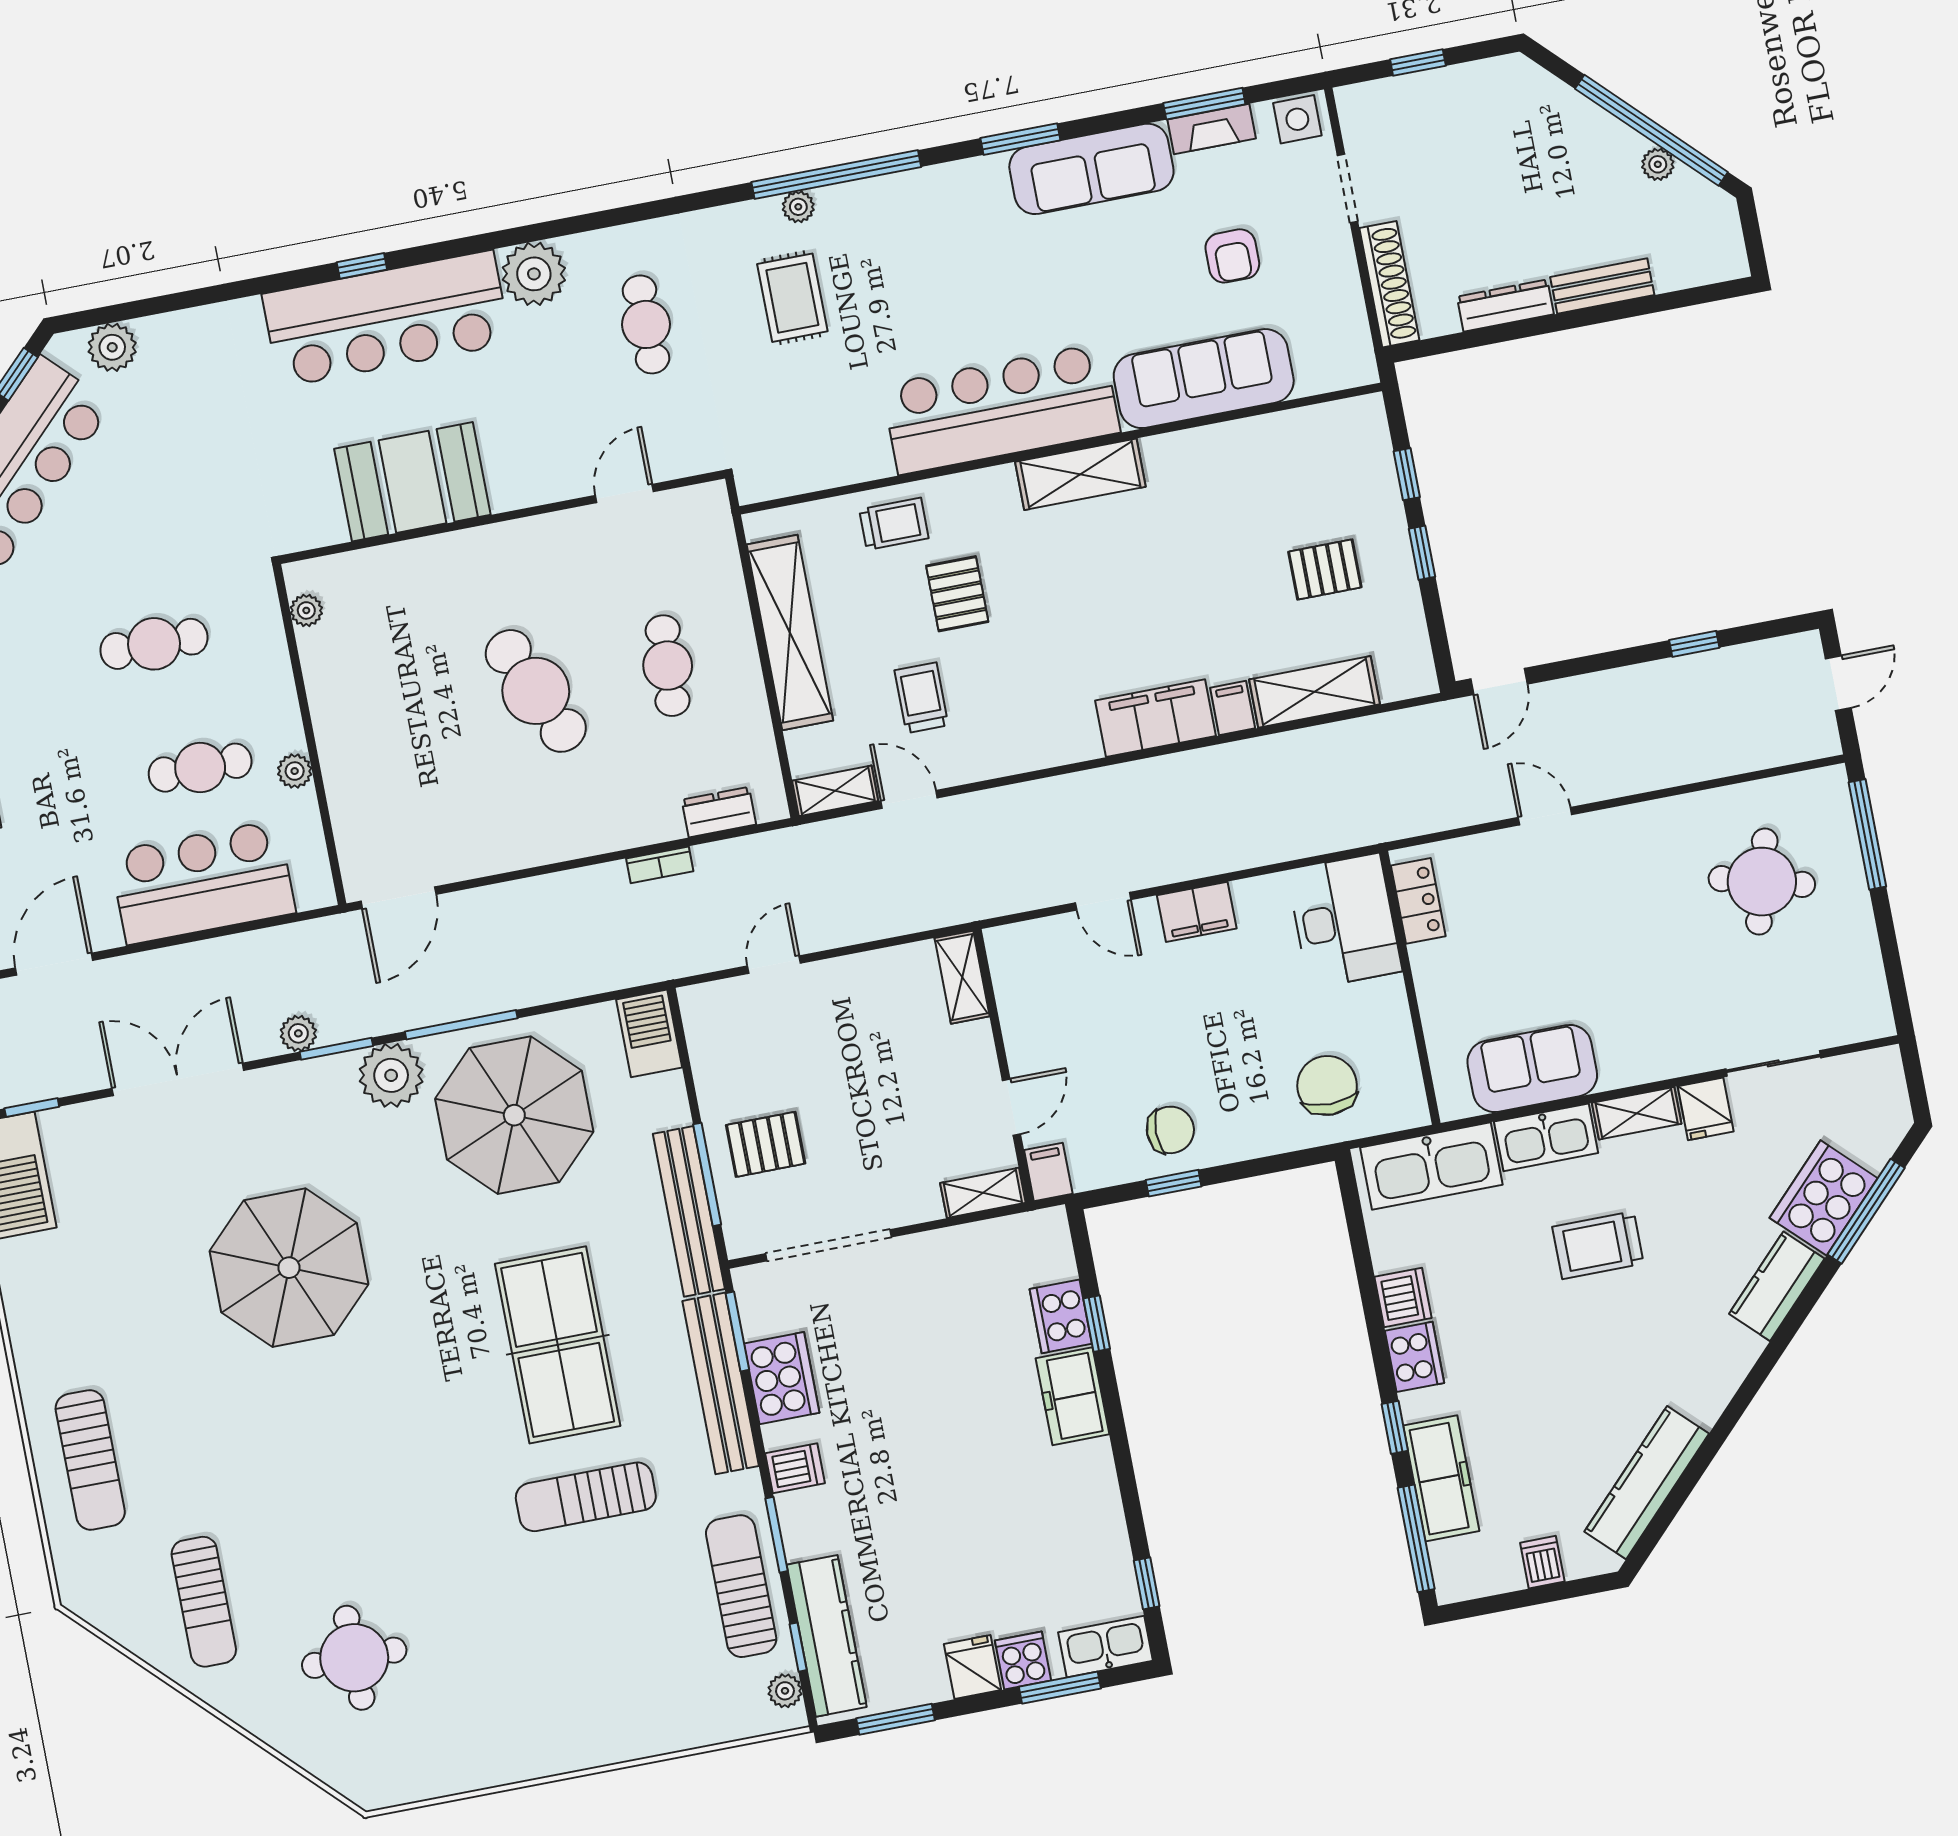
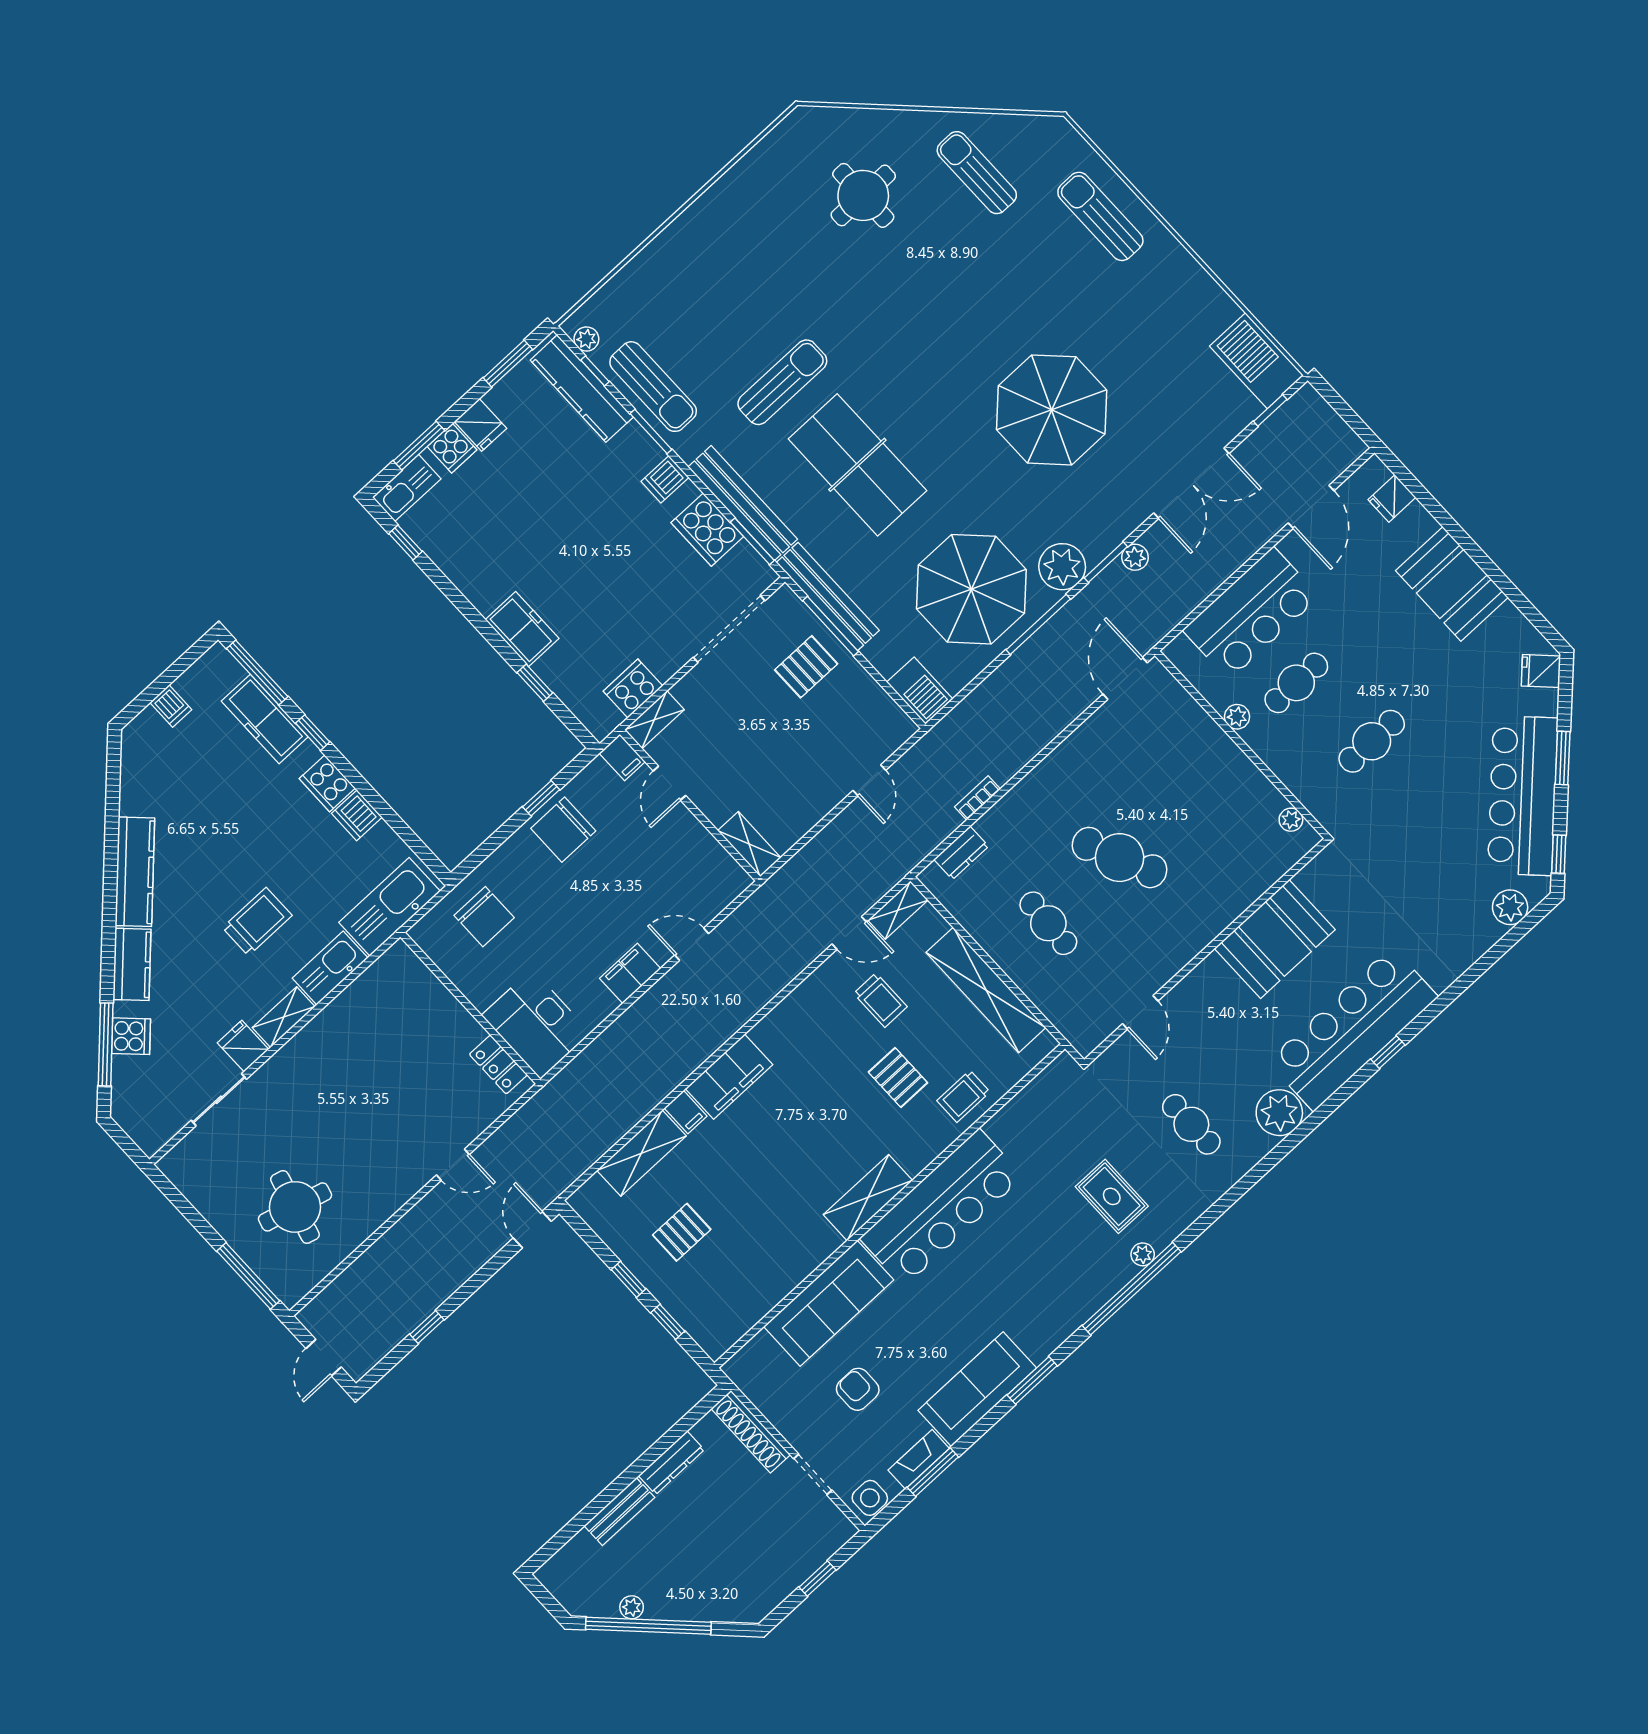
sofa: (1532, 1068) -> (365, 1005), removed
chair: (1170, 1130) -> (563, 830), width x1.37, depth x1.37
cooker: (1824, 1198) -> (131, 1036), width x0.53, depth x0.76
cooker: (1061, 1316) -> (633, 689), moved, turned -90
kitchen counter: (1647, 1483) -> (135, 872), moved

